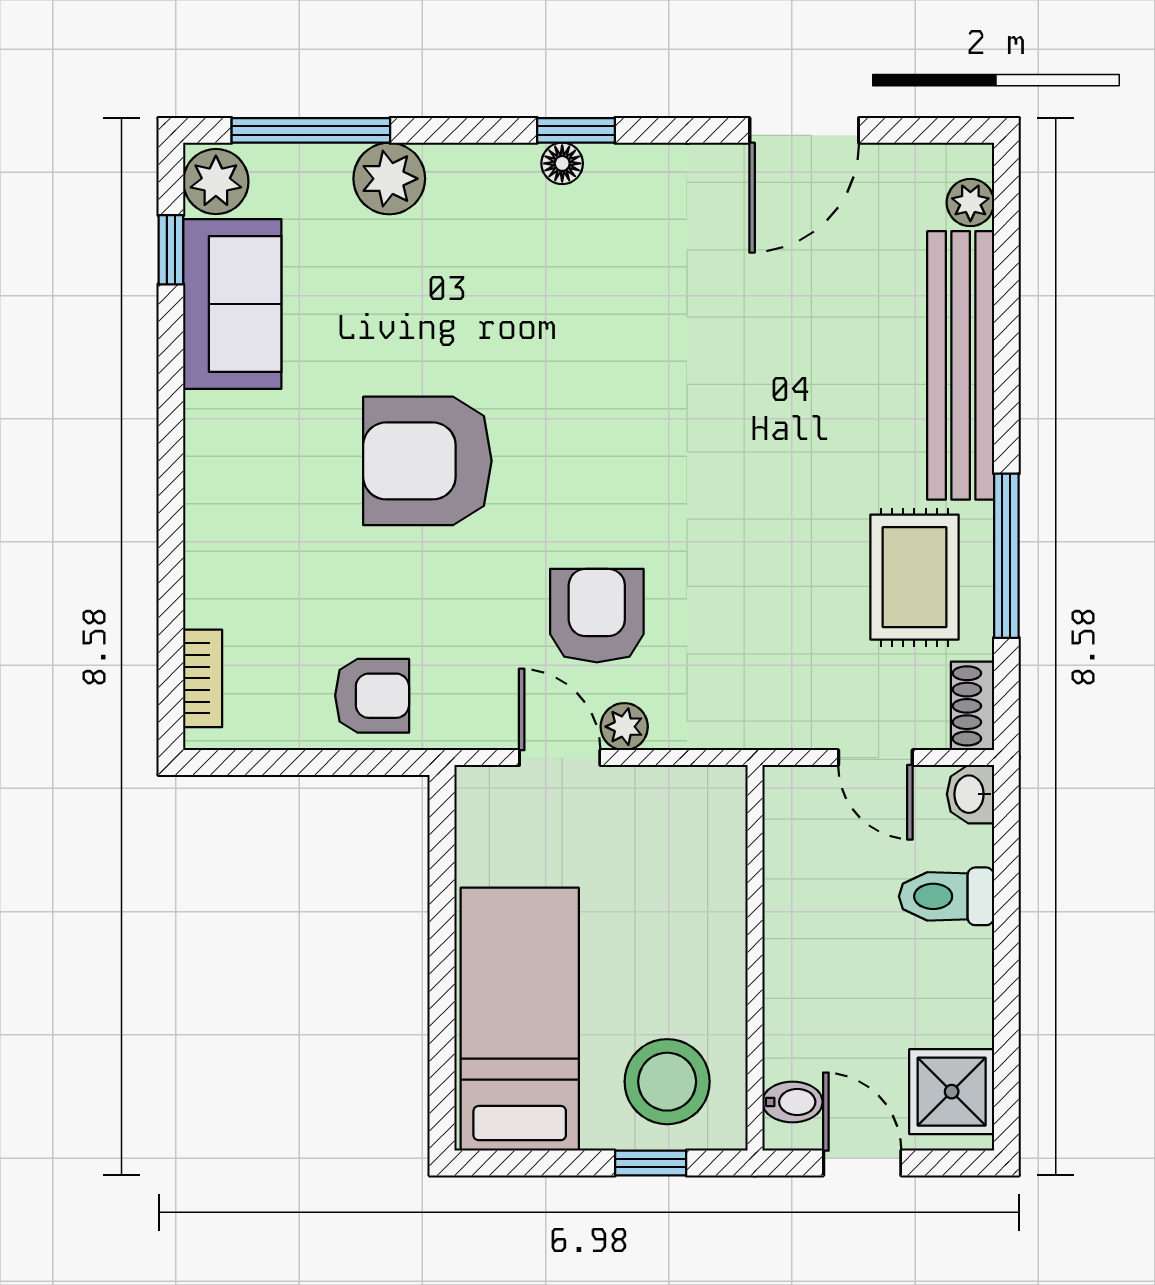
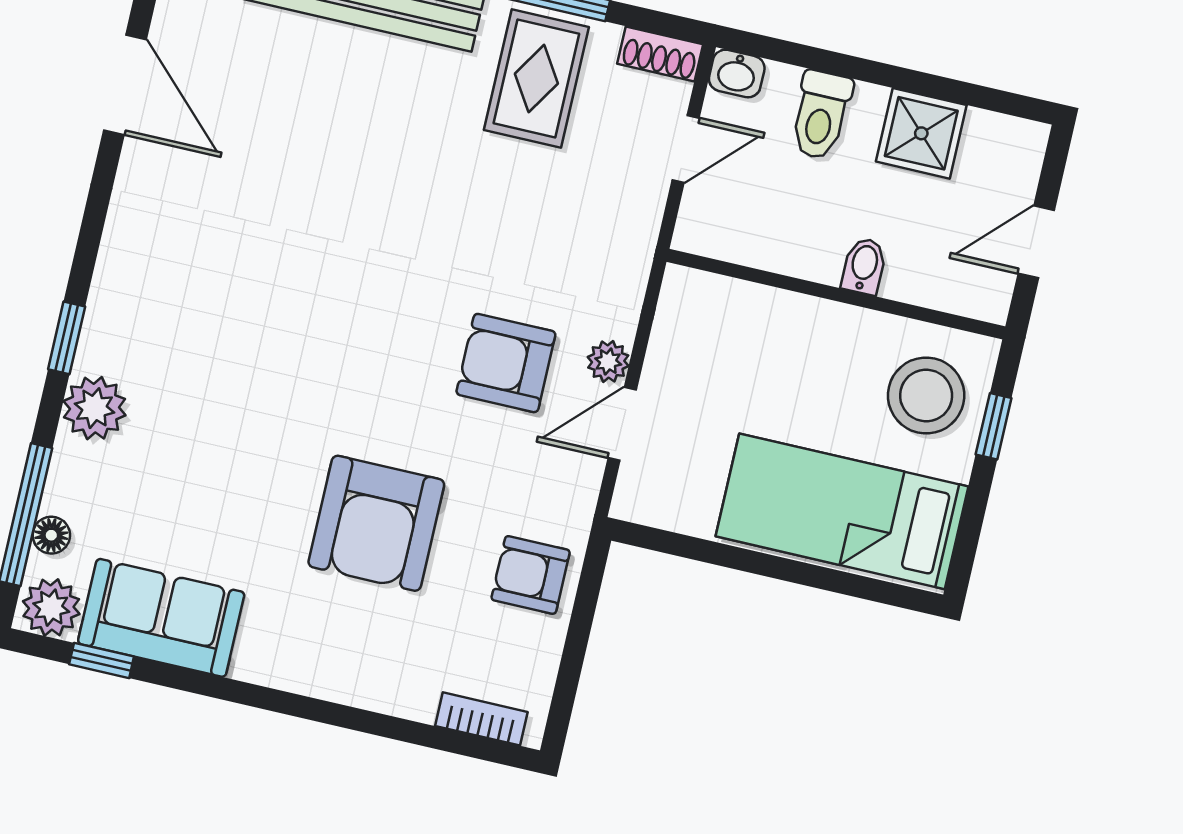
window: (576, 130) -> (67, 338), moved
floor lamp: (562, 163) -> (51, 535), moved
plant: (389, 179) -> (95, 408), moved
armchair: (427, 461) -> (376, 523), moved
rug: (914, 577) -> (536, 79), turned 90
armchair: (372, 696) -> (531, 575), turned -90
shower: (952, 1092) -> (921, 133), moved
bidet: (792, 1102) -> (864, 266), moved

